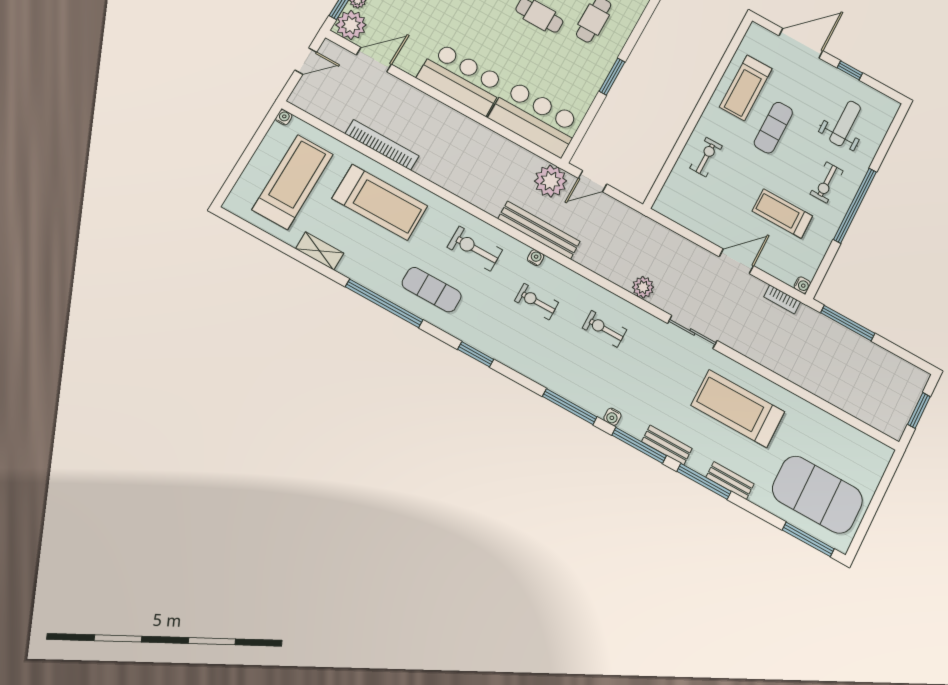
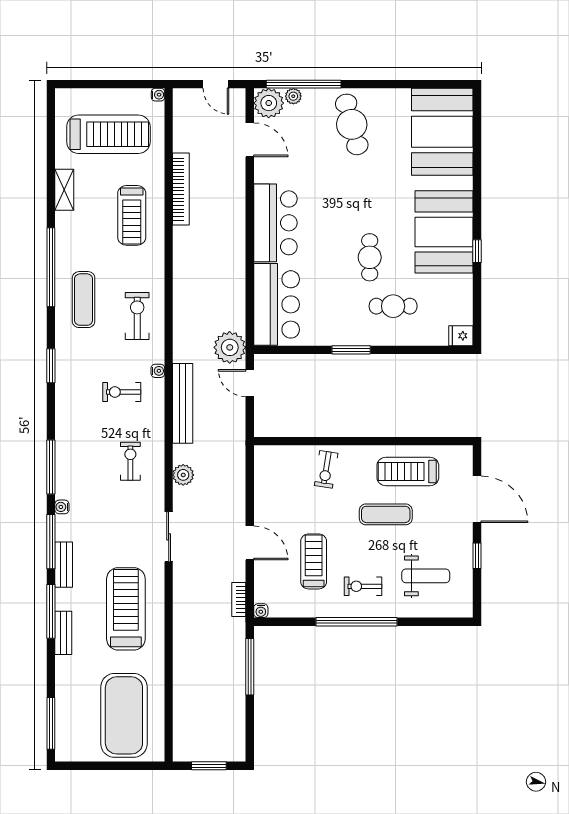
exercise bike: (706, 157) -> (326, 469), turned 99
treadmill: (380, 202) -> (132, 215), width x0.73, depth x0.73
bench: (539, 230) -> (183, 403), moved
exercise bike: (537, 302) -> (122, 392), turned -90
exercise mat: (817, 495) -> (124, 715), moved

